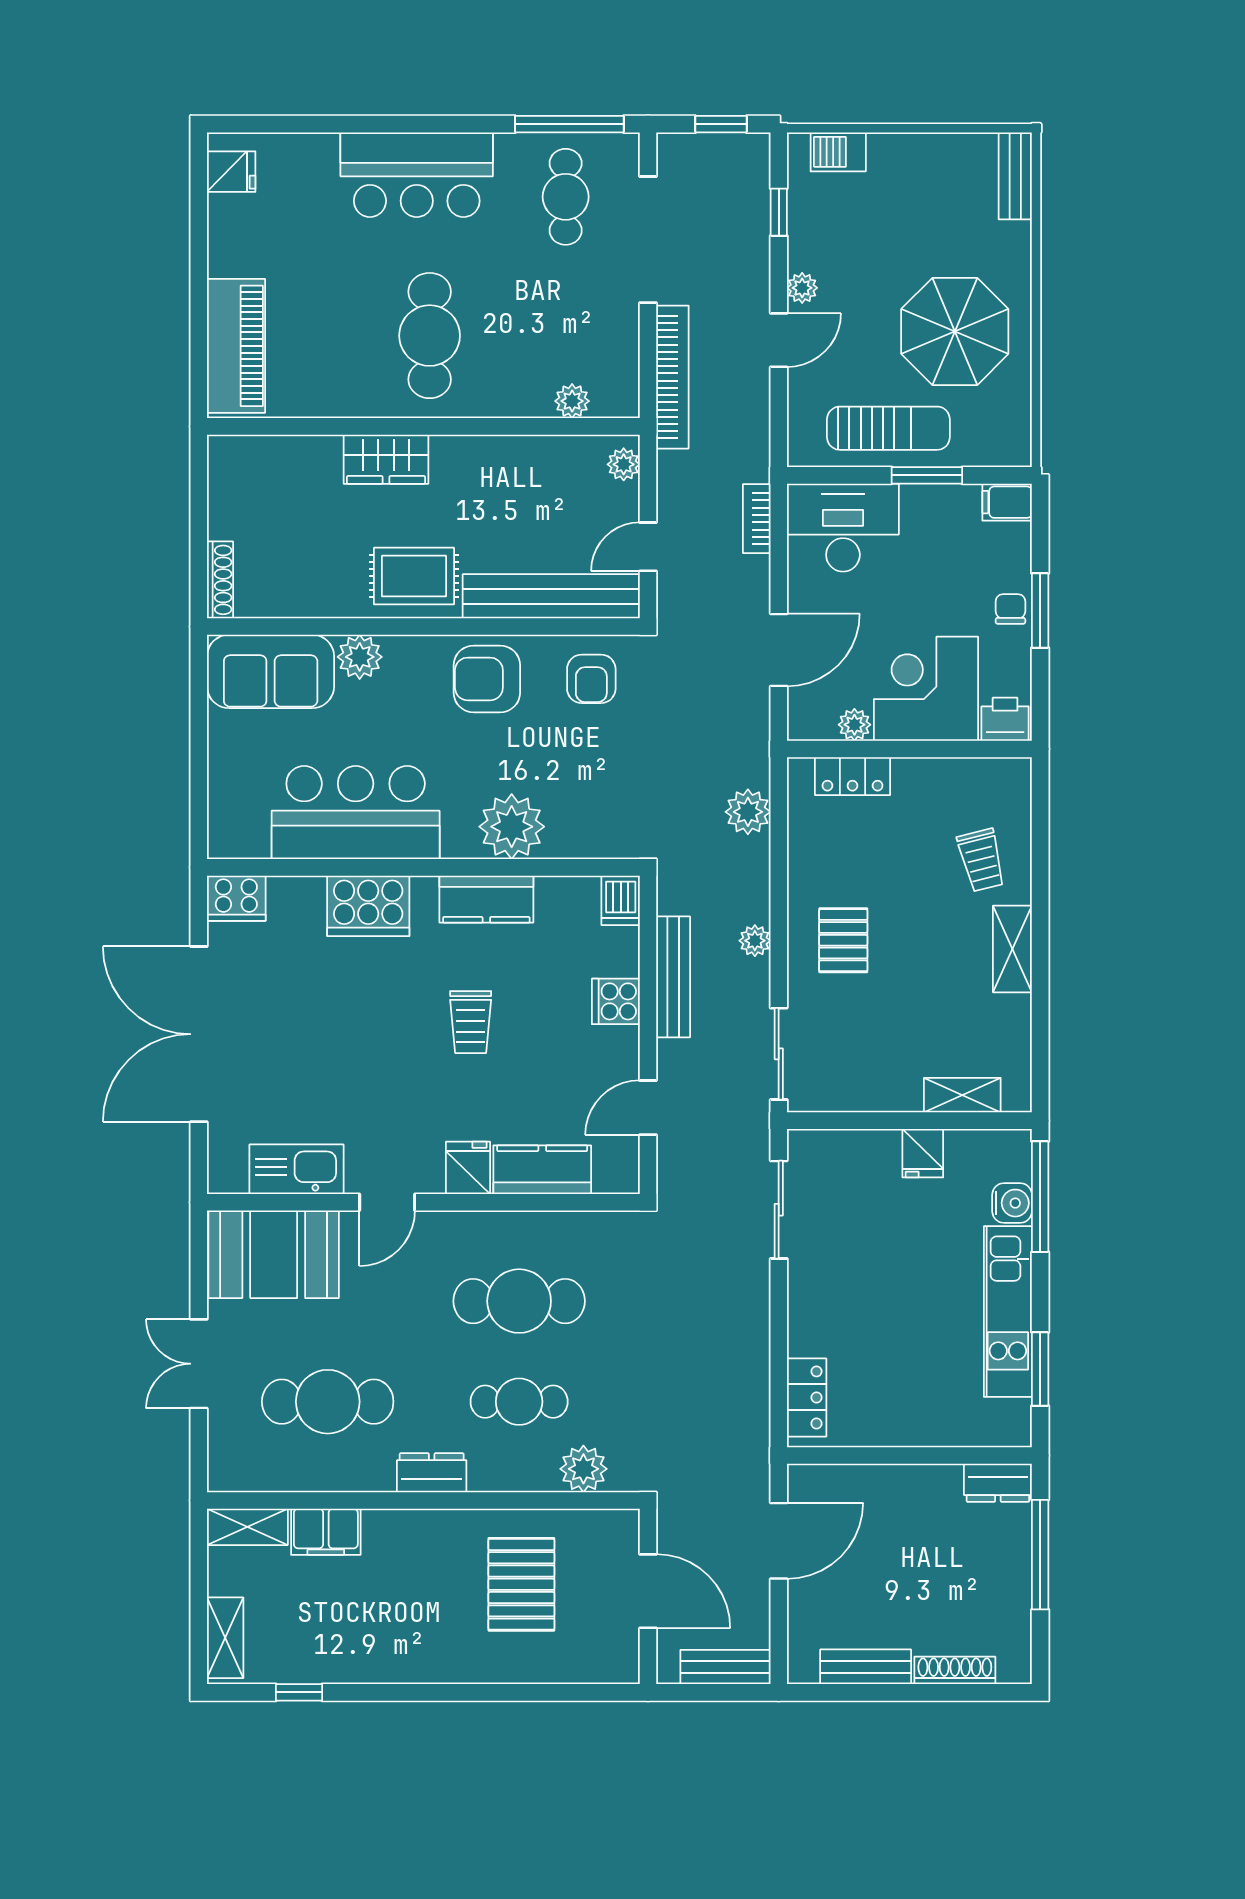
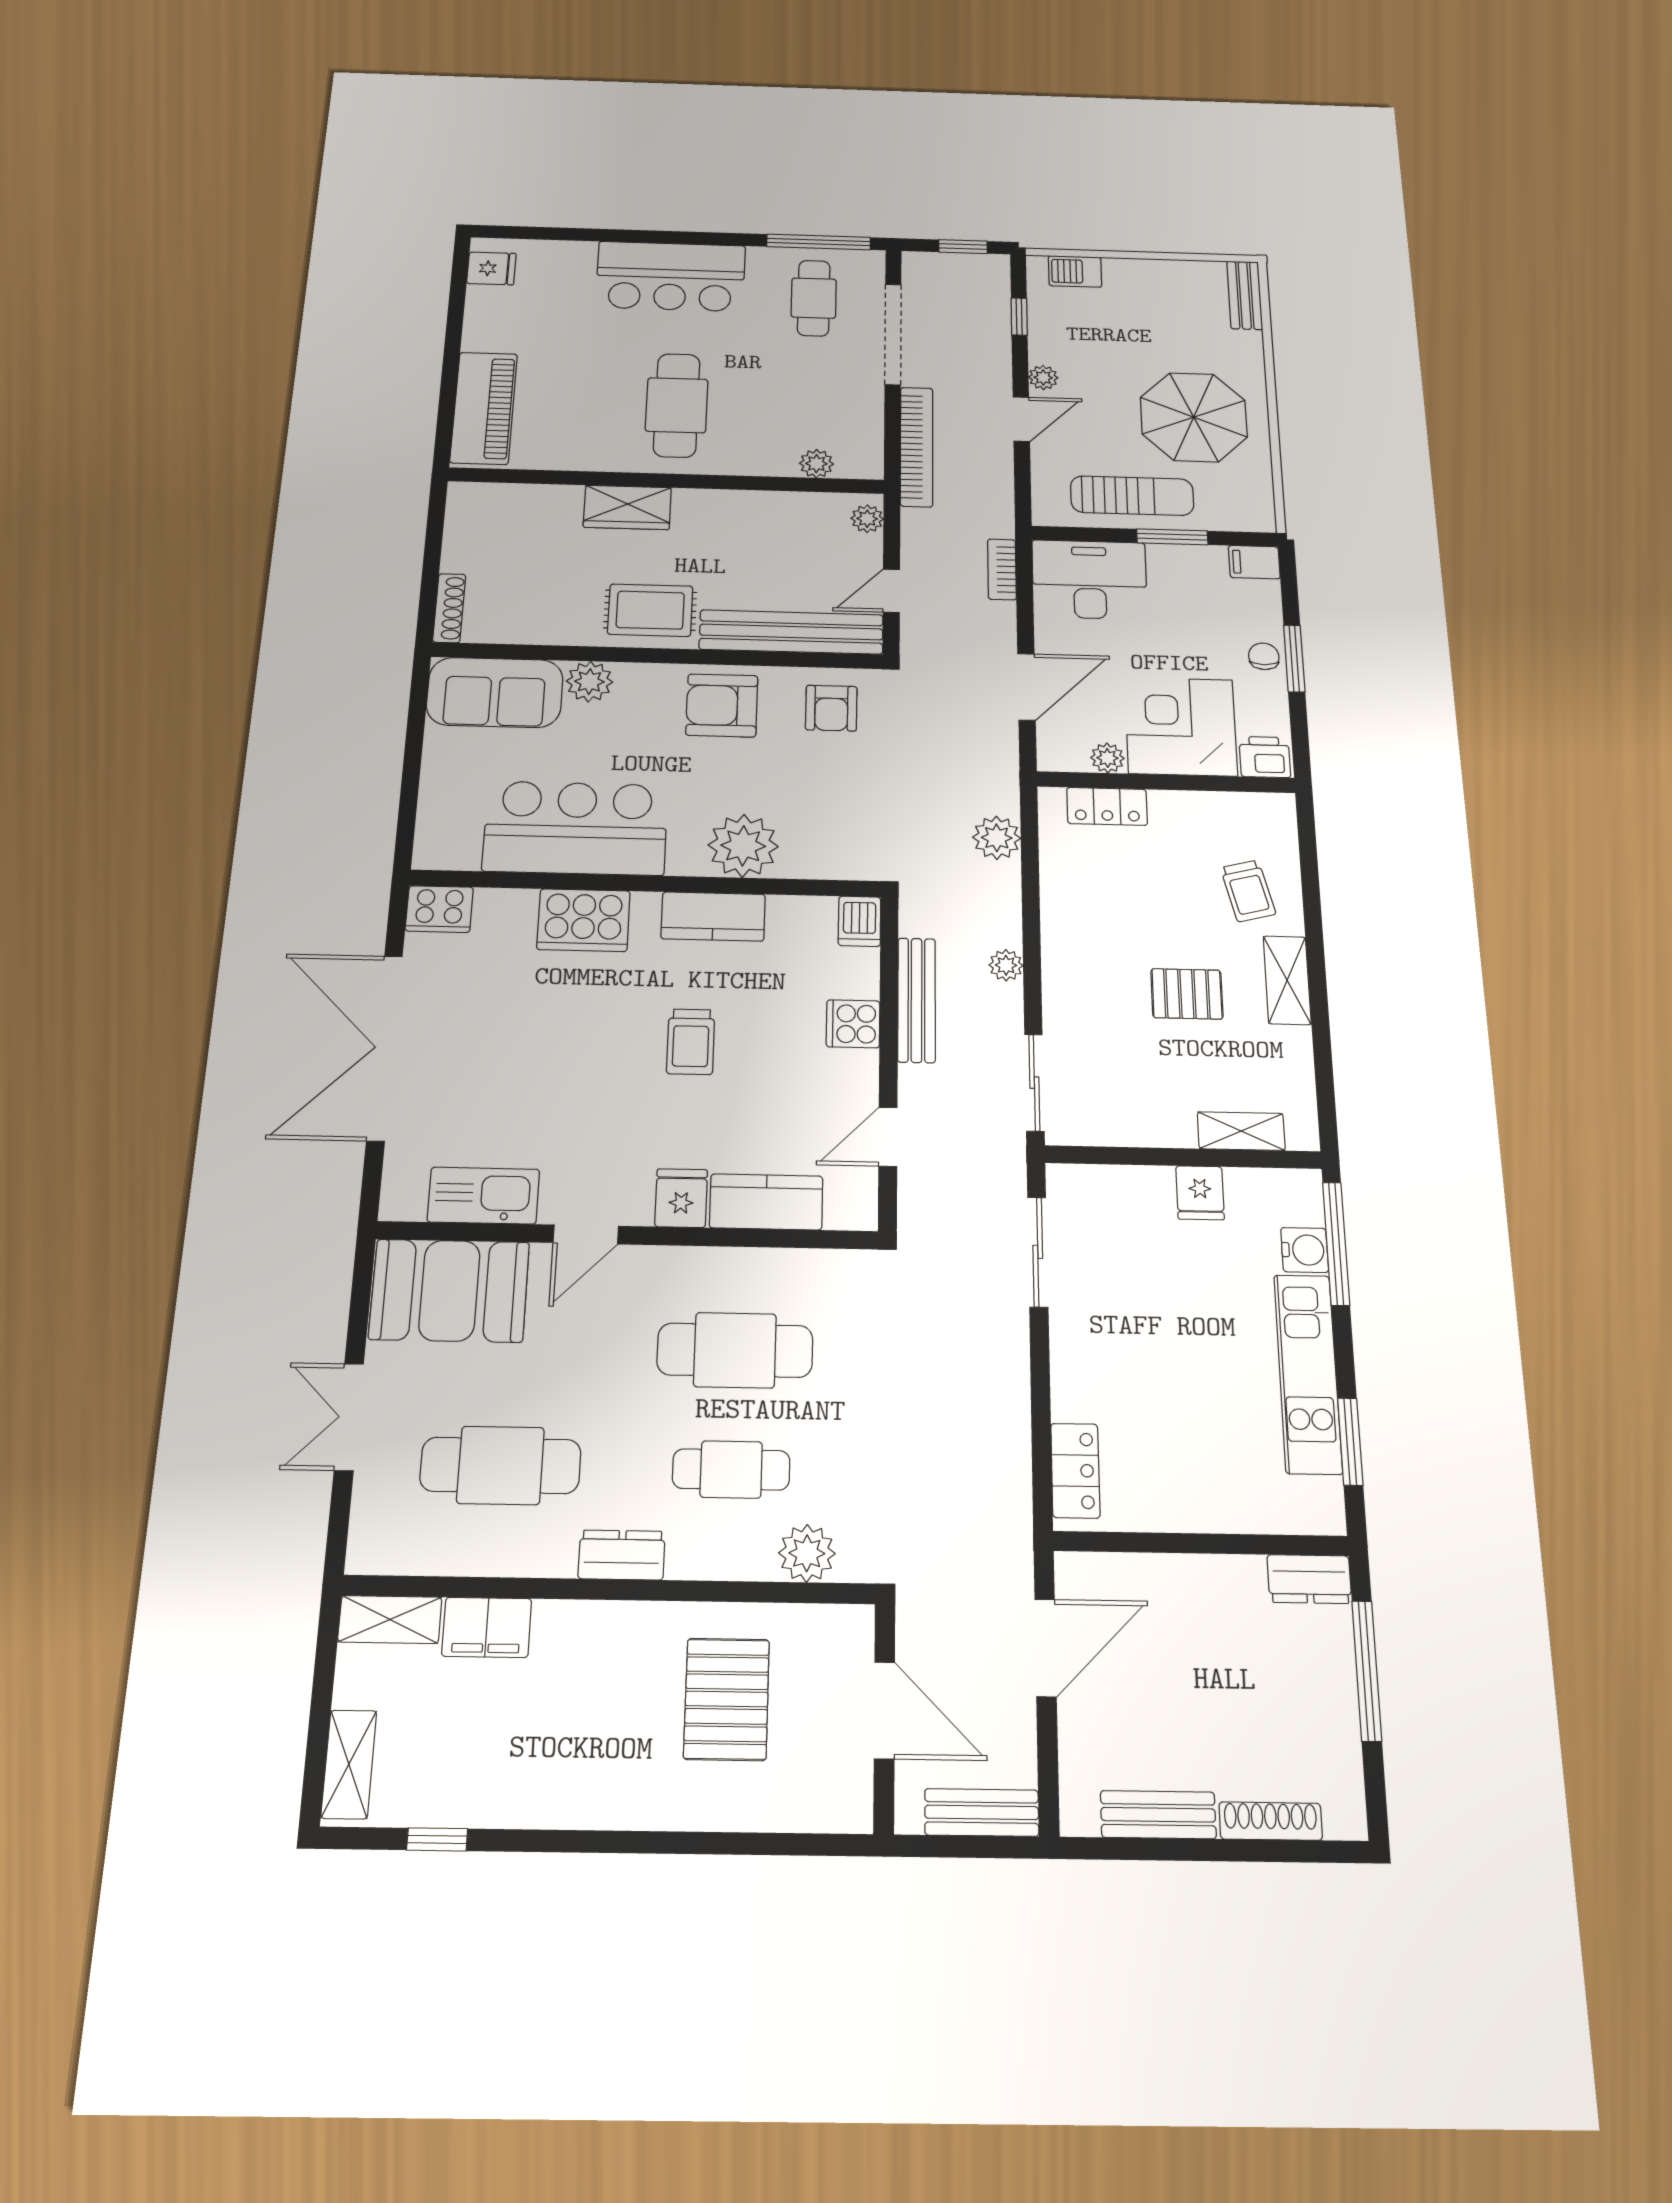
pallet: (843, 940) -> (1187, 994), moved, turned 90

